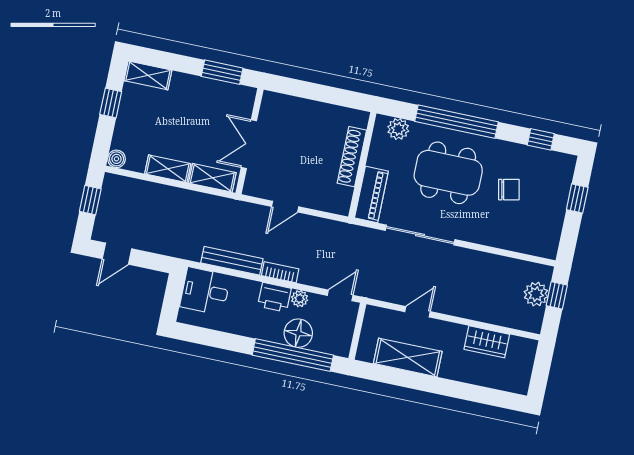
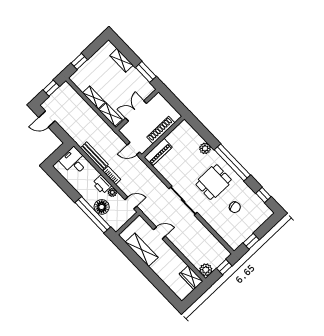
shelving: (148, 75) -> (121, 60), moved
window: (111, 103) -> (79, 61), moved
shoe rack: (352, 157) -> (161, 130), moved
boiler: (117, 159) -> (75, 78), removed
wall: (362, 165) -> (163, 137), moved
dining table: (448, 173) -> (214, 182), width x0.73
piano: (371, 195) -> (158, 152), moved
window: (577, 198) -> (251, 241), moved
plant: (536, 294) -> (206, 270), moved
wardrobe: (487, 342) -> (191, 278), moved

